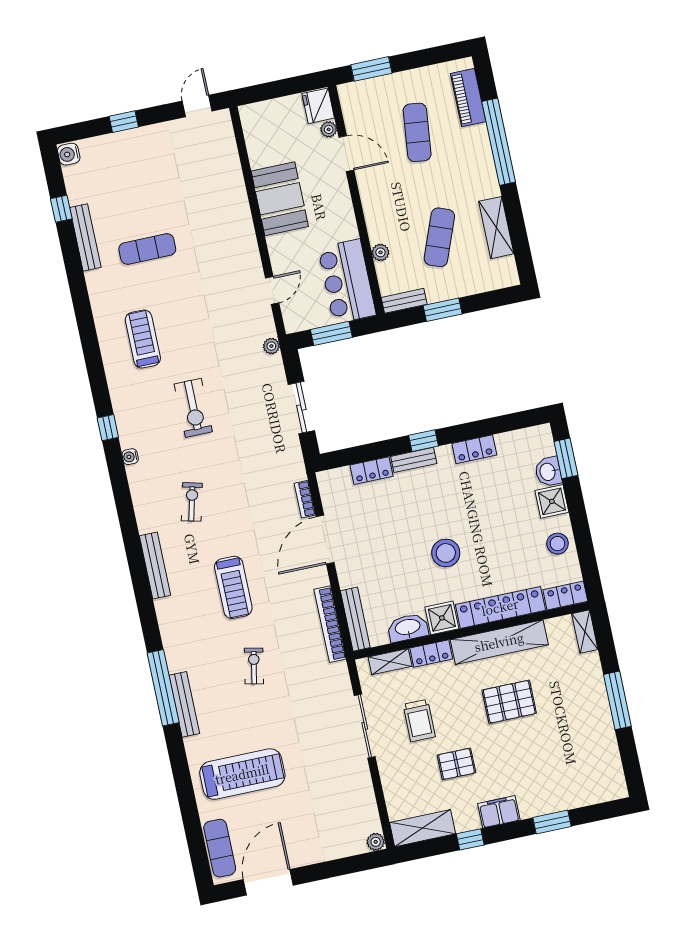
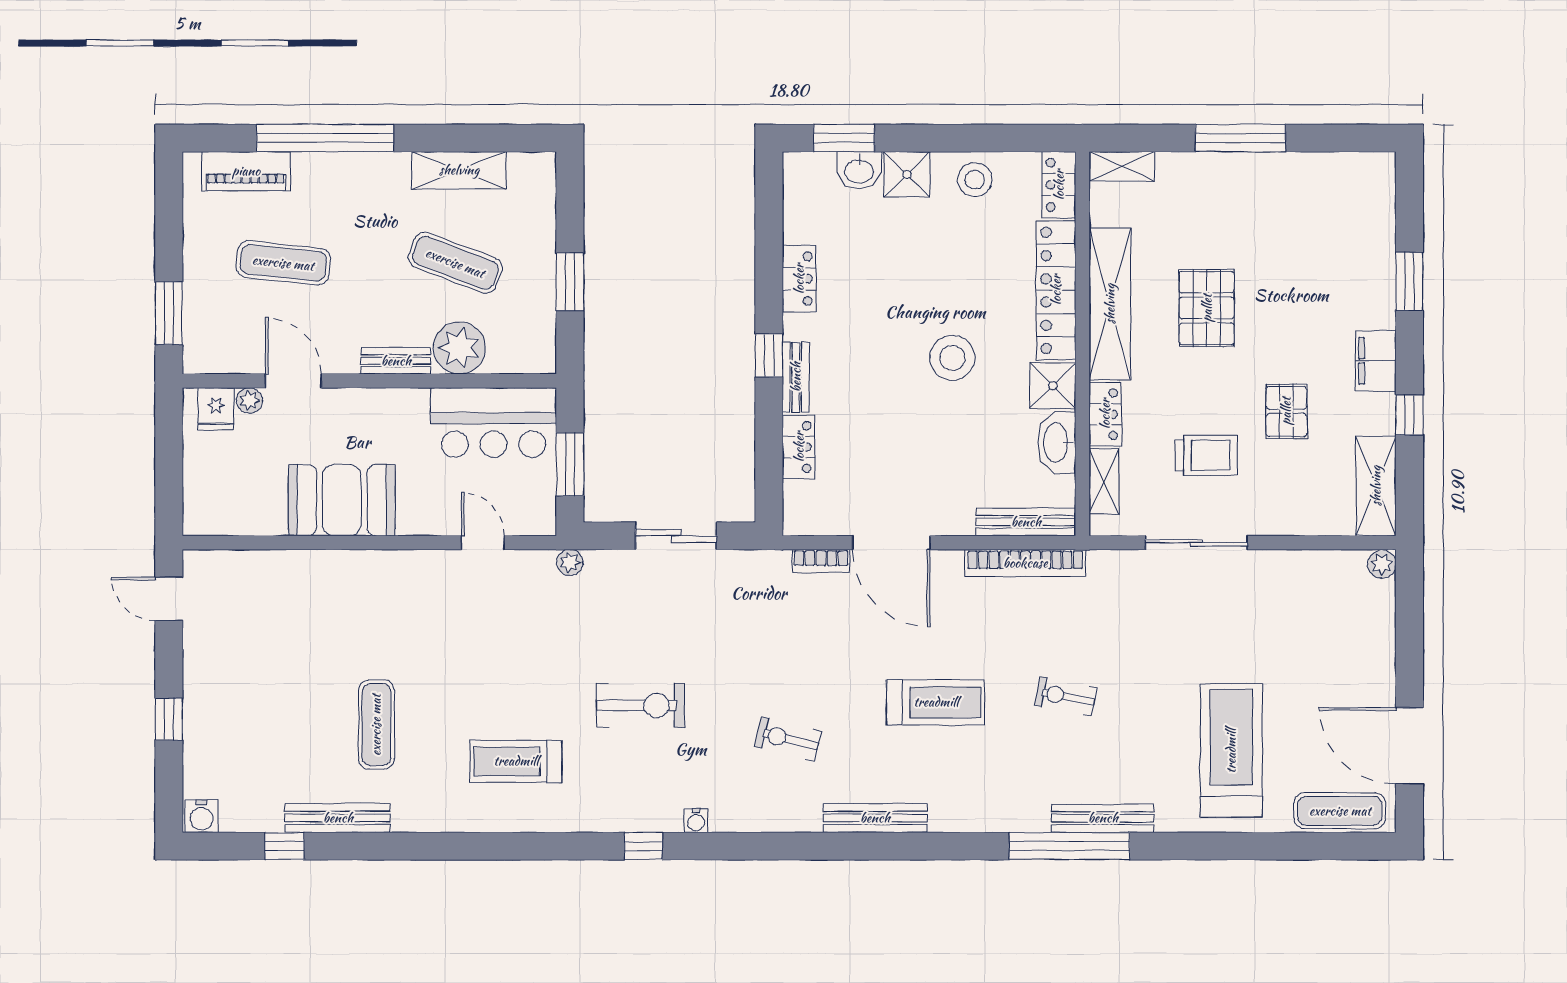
fridge: (318, 106) -> (216, 409), width x0.72
door: (346, 154) -> (293, 381), hinge flipped
plant: (380, 252) -> (459, 348), width x1.87, depth x1.87
bench: (404, 301) -> (396, 361), moved, turned 90

